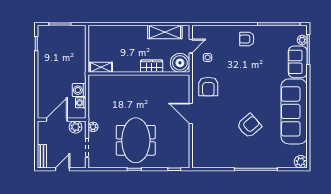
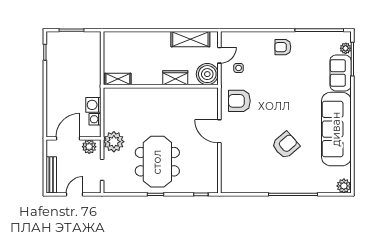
armchair: (208, 87) -> (239, 101), turned 90
plant: (93, 127) -> (114, 142), width x1.88, depth x1.88
bench: (42, 156) -> (51, 175), width x1.36

